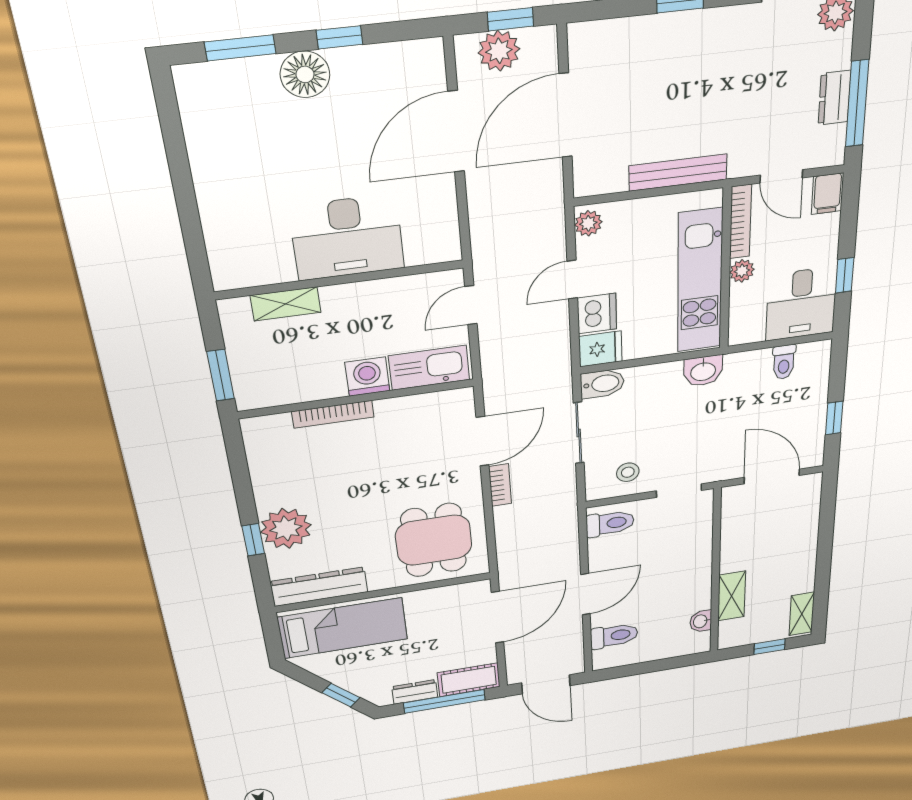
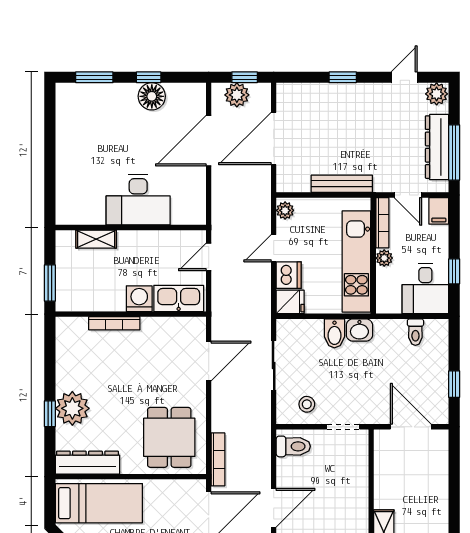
floor lamp: (305, 74) -> (152, 96), moved
dresser: (835, 98) -> (437, 147), width x1.96, depth x1.24
bidet: (602, 384) -> (334, 333), moved, turned 90
bookcase: (500, 485) -> (218, 459), moved, width x1.56

